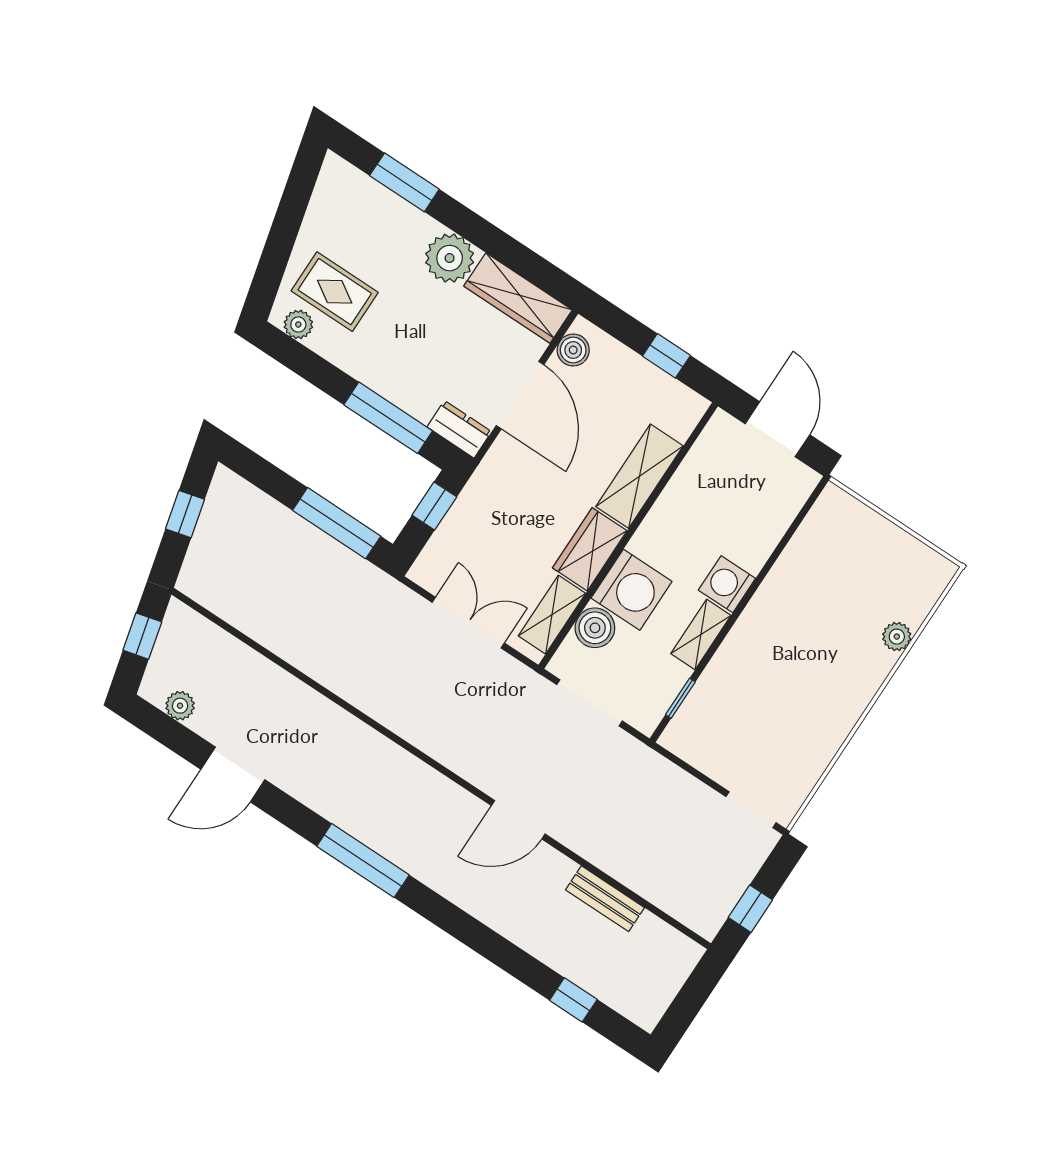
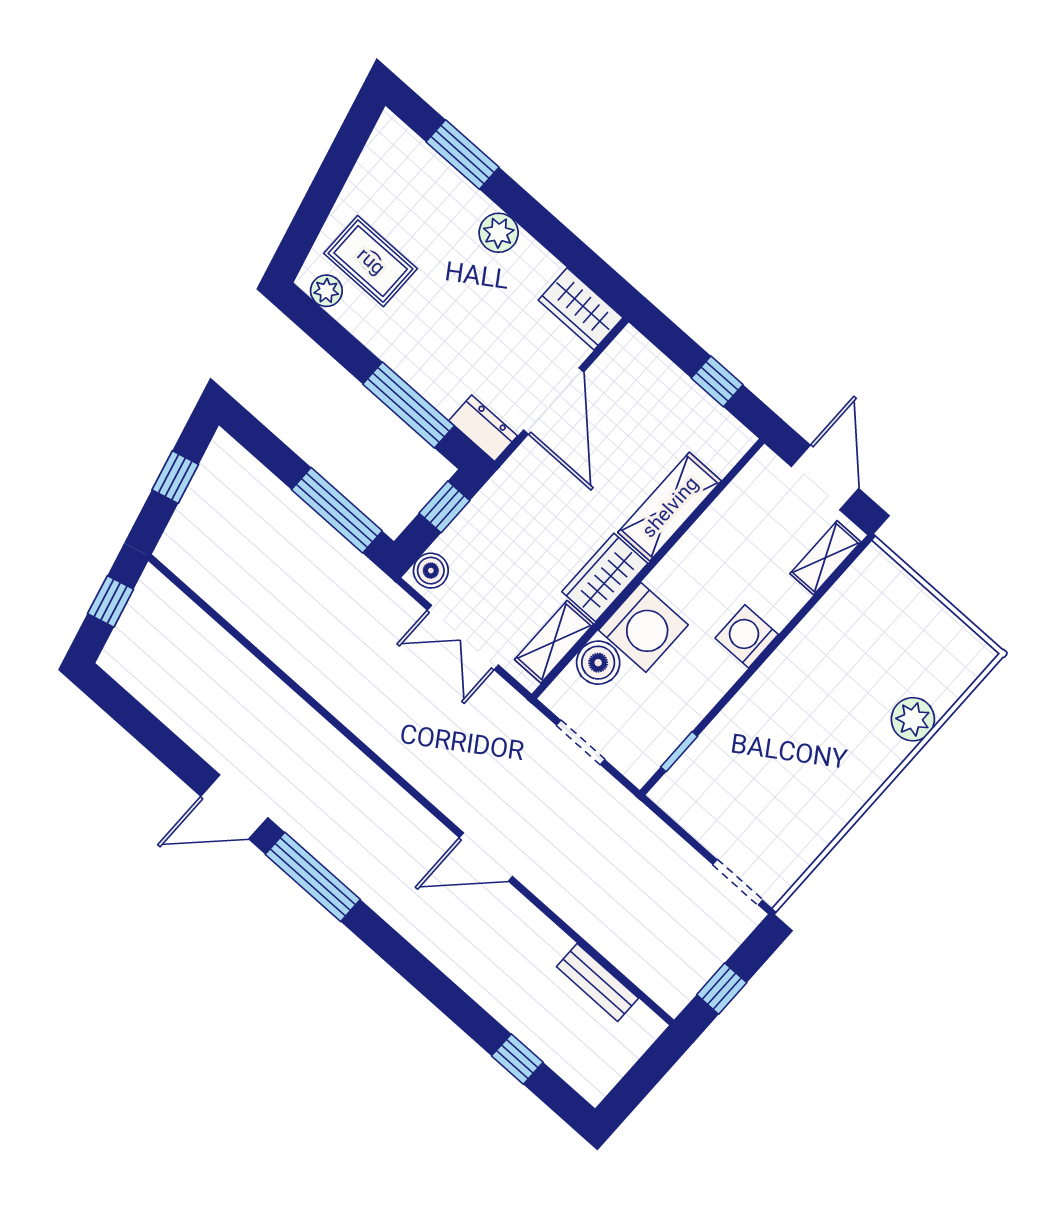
plant: (450, 258) -> (499, 233), width x0.73, depth x0.73
wardrobe: (518, 298) -> (581, 309), width x0.67
boiler: (573, 350) -> (431, 571), moved
double door: (468, 623) -> (463, 637), swing flipped
shelving: (701, 634) -> (825, 558), moved
plant: (897, 637) -> (913, 719), width x1.38, depth x1.38
doorway: (589, 703) -> (581, 742), width x0.73
plant: (180, 706) -> (140, 682), removed
door: (233, 774) -> (234, 807), moved
bench: (605, 899) -> (597, 982), moved

